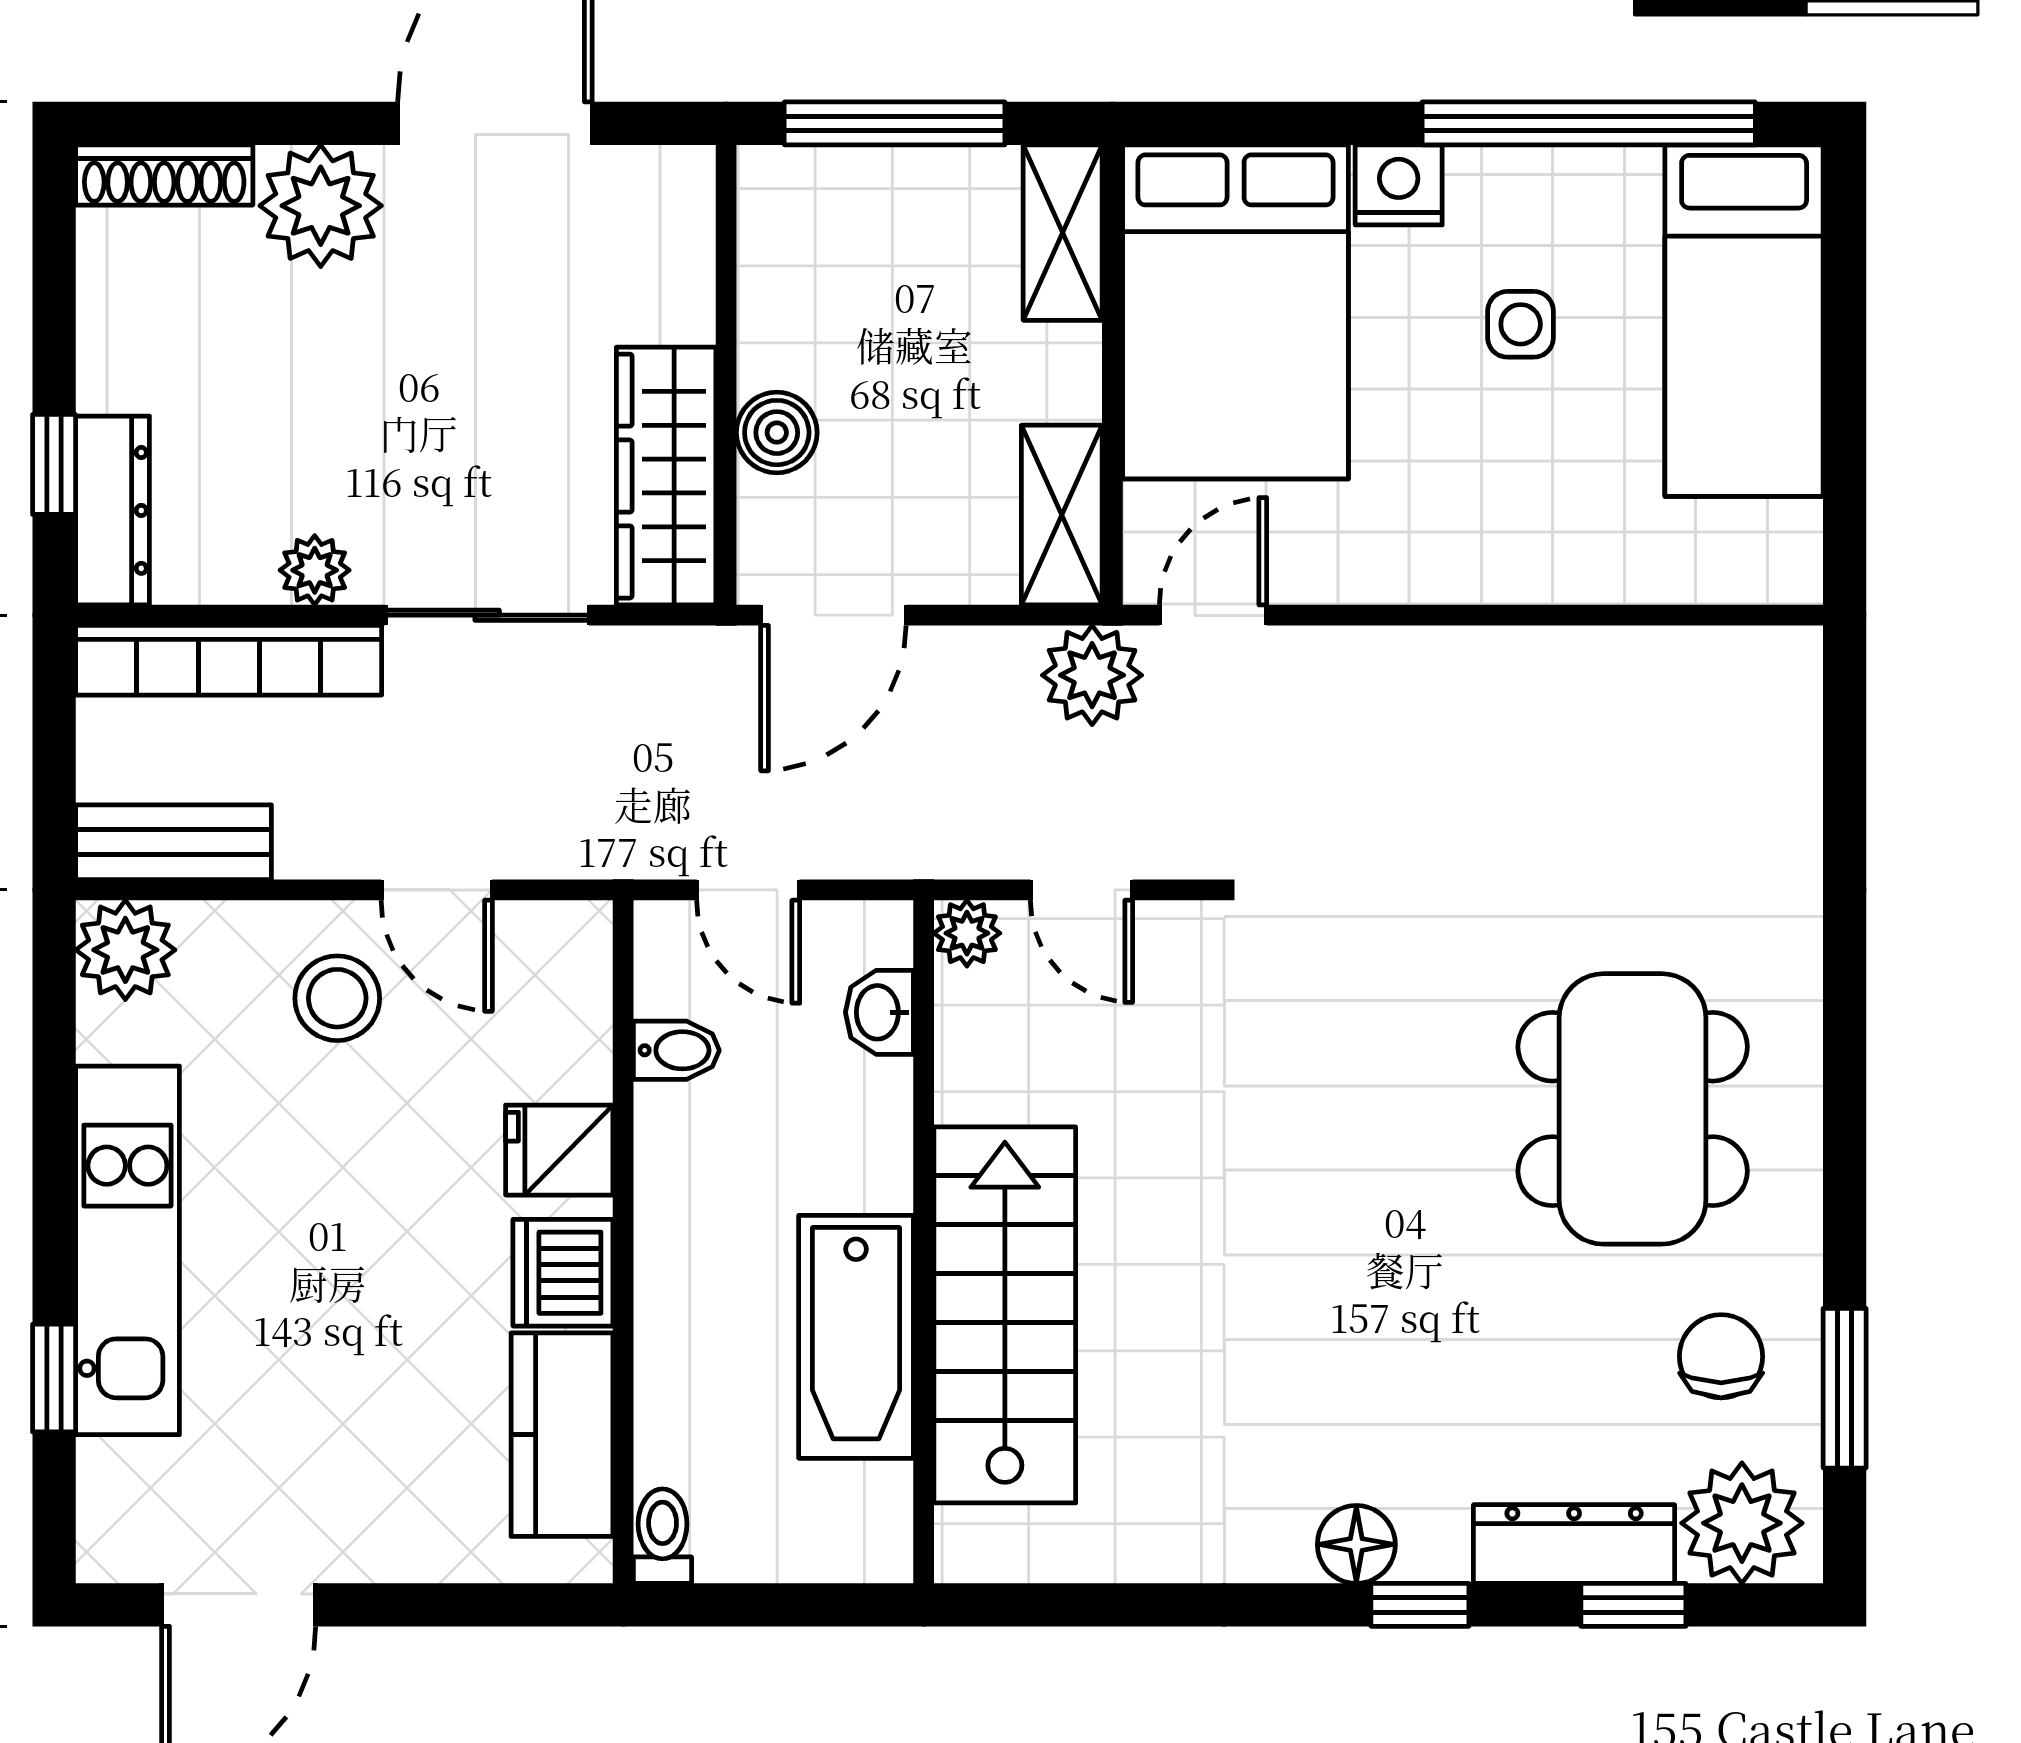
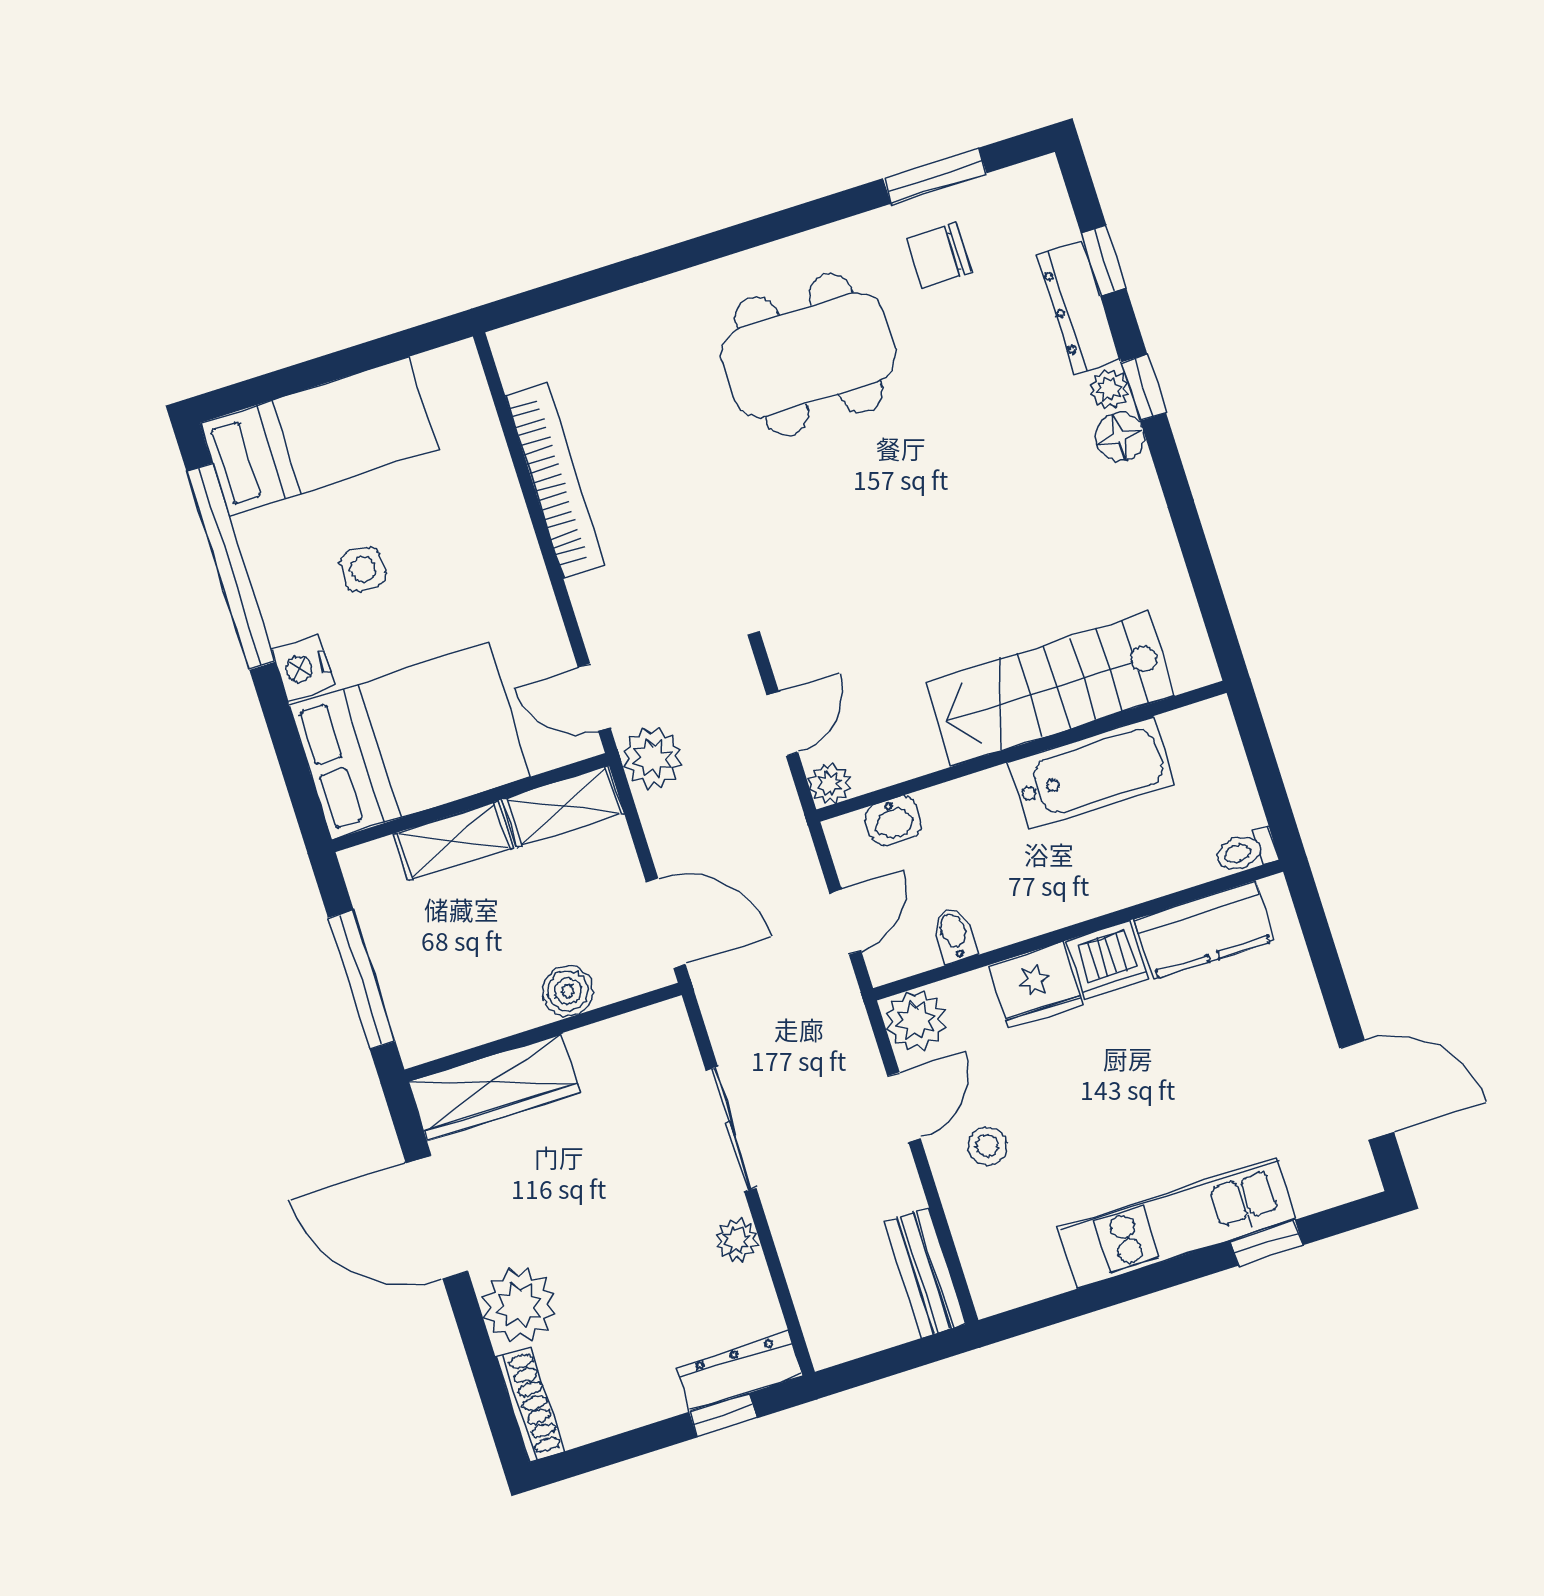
shelving: (1063, 233) -> (453, 840), moved
wardrobe: (666, 476) -> (494, 1087), moved
bookcase: (229, 660) -> (555, 481), moved
plant: (125, 950) -> (916, 1021), moved
stool: (337, 998) -> (987, 1146), width x0.73, depth x0.73
fridge: (559, 1150) -> (1036, 985), width x1.38
plant: (1742, 1523) -> (1109, 389), moved, width x0.53, depth x0.53

